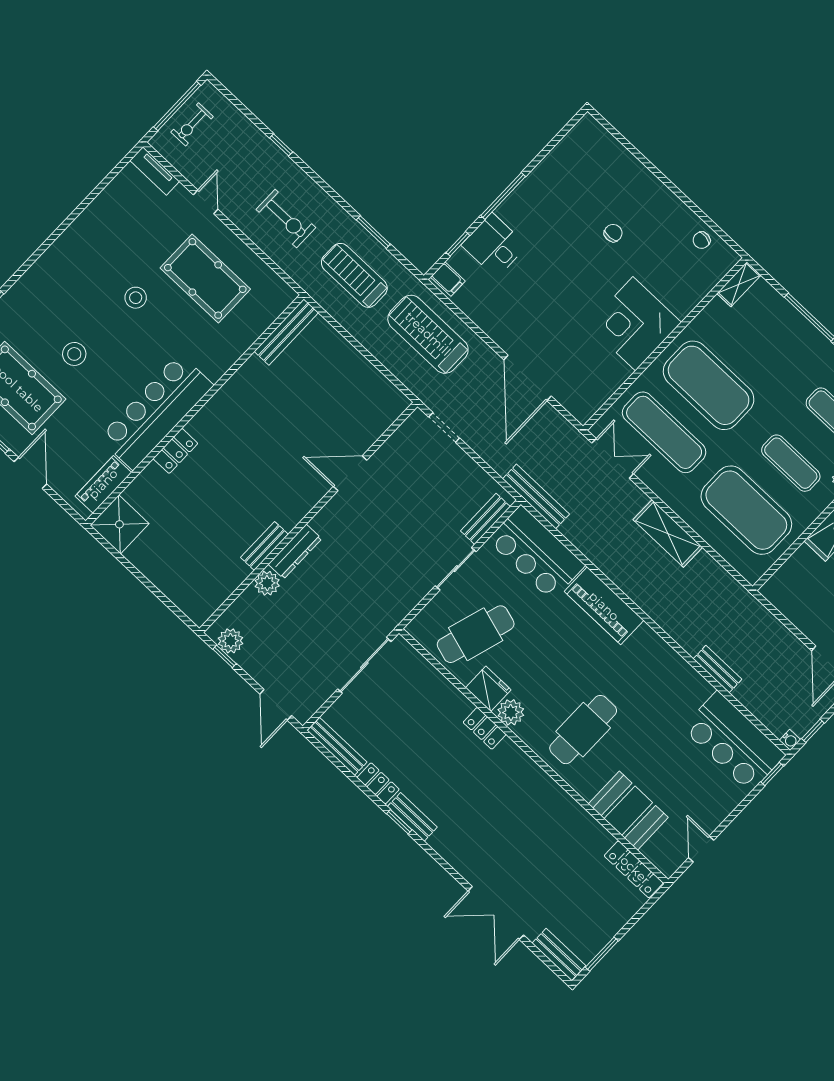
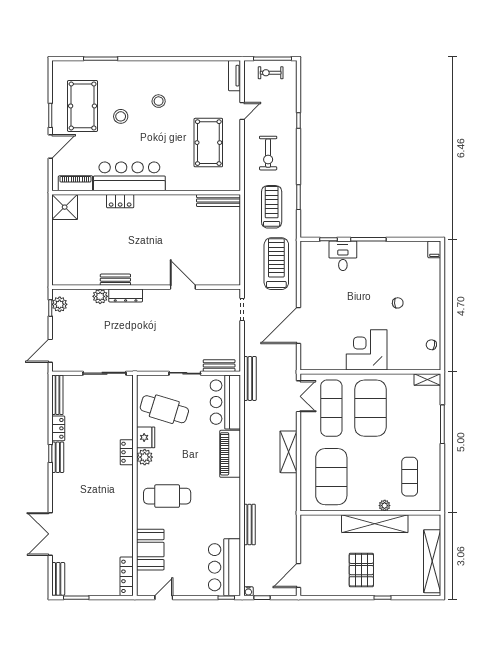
filing cabinet: (448, 279) -> (434, 249), moved
stool: (136, 298) -> (159, 101), moved
exercise mat: (791, 463) -> (370, 477), removed
bench: (717, 669) -> (249, 525), width x1.36

